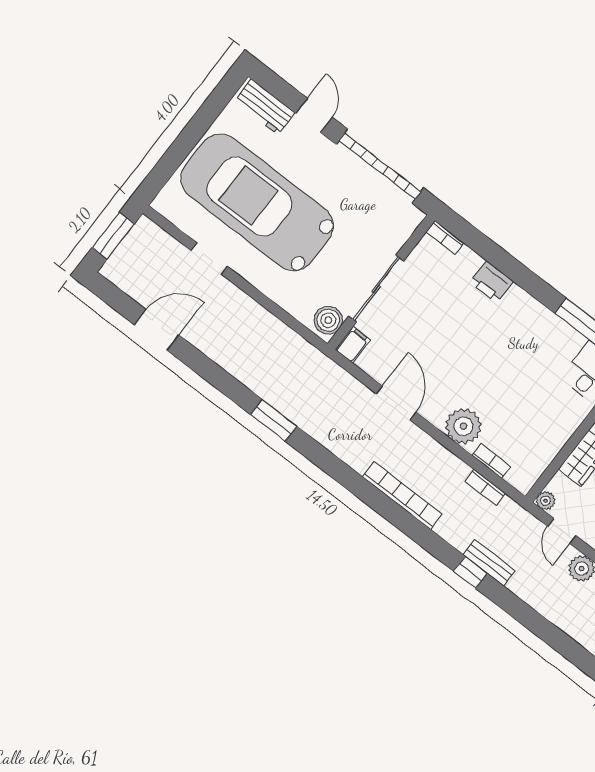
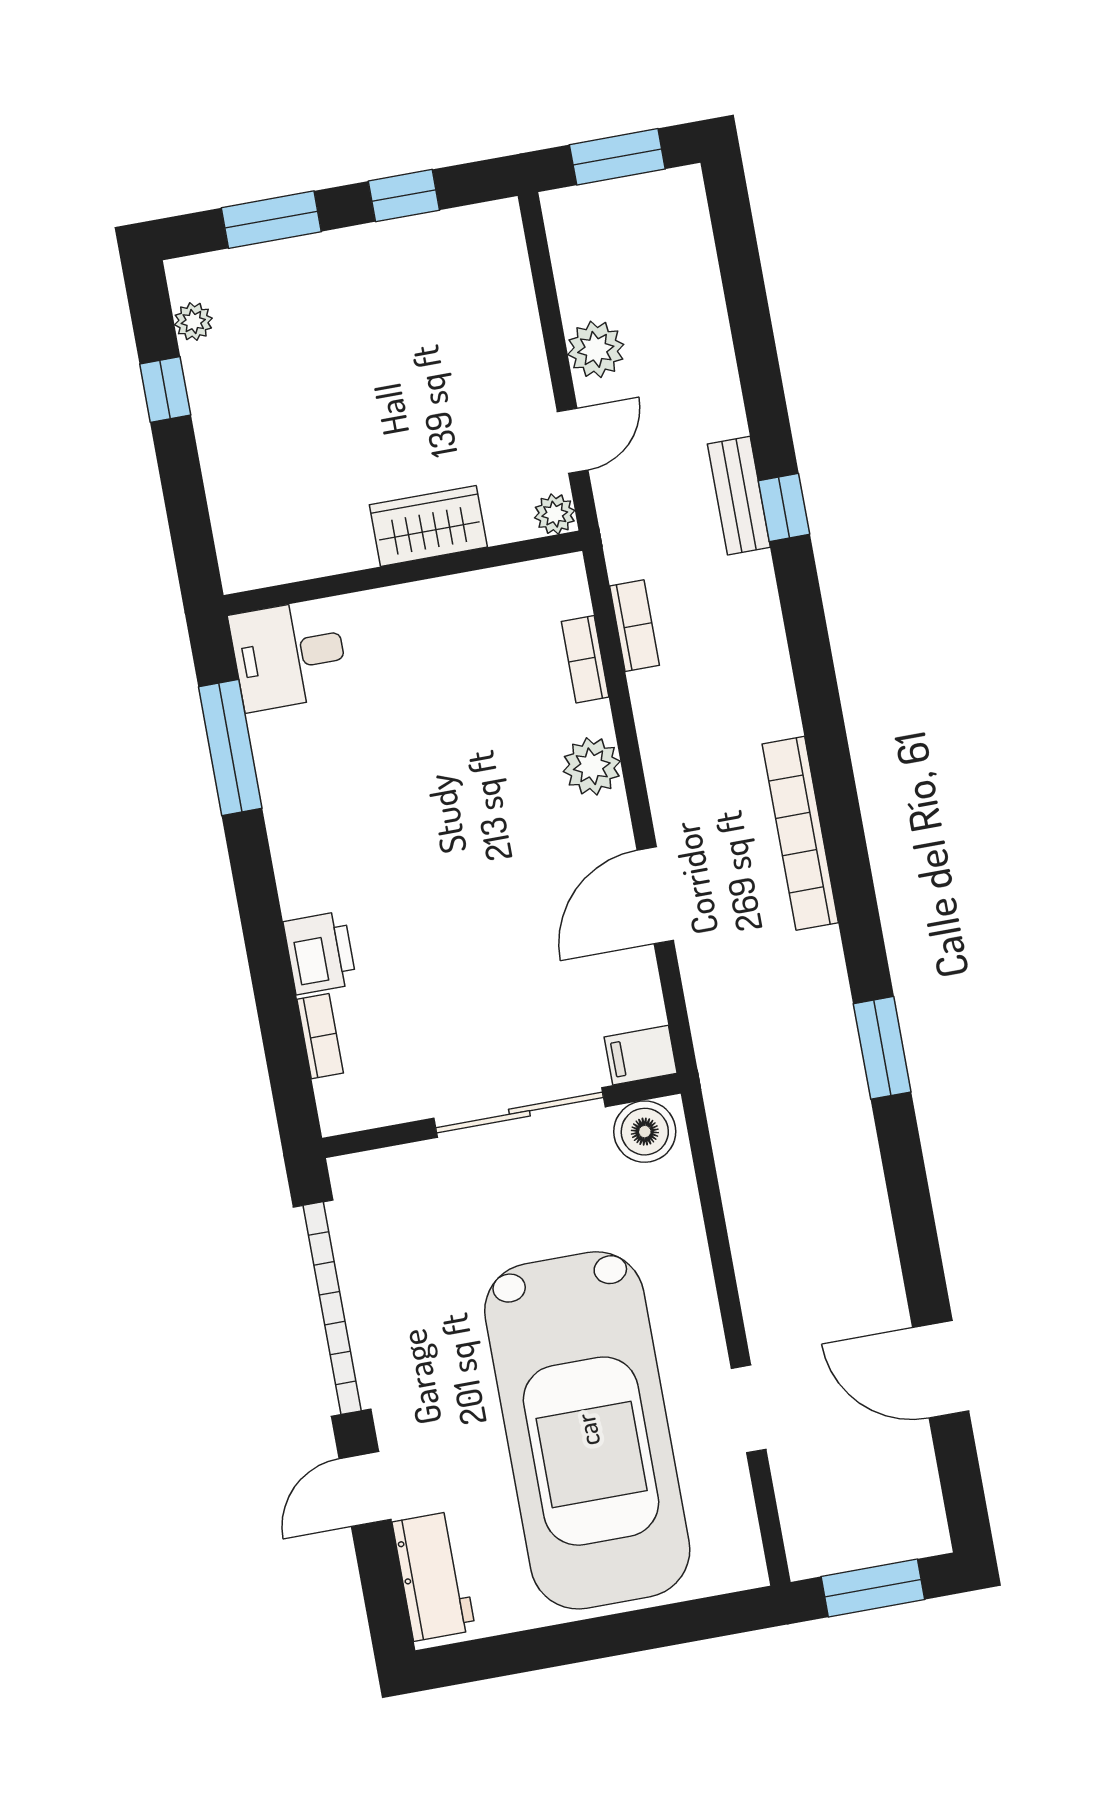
bookcase: (445, 237) -> (320, 1036), moved
plant: (463, 426) -> (592, 766), width x0.73, depth x0.73
bookcase: (402, 496) -> (800, 833), moved

